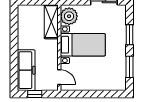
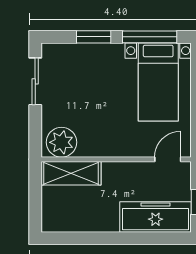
bed with nightstands: (83, 45) -> (158, 82), moved, turned 180
window: (129, 67) -> (150, 37), width x1.44

